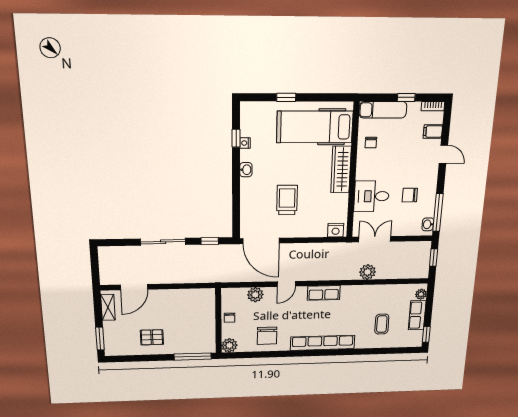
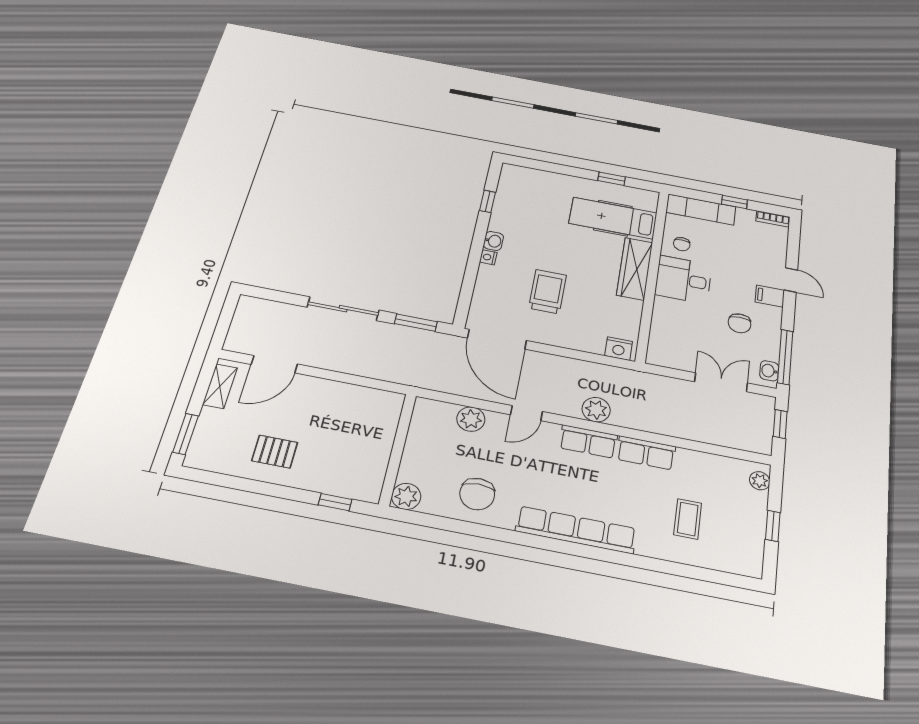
window: (286, 97) -> (612, 179), moved
hospital bed: (315, 127) -> (613, 218), width x0.73, depth x0.78
filing cabinet: (433, 131) -> (770, 296), moved
nightstand: (245, 143) -> (488, 257), moved
chair: (410, 195) -> (740, 323), turned -90
desk: (372, 196) -> (683, 280), moved
double door: (375, 239) -> (721, 382), moved
window: (210, 241) -> (416, 323), width x1.50
plant: (368, 272) -> (596, 410), moved
row of seats: (417, 315) -> (646, 453), moved, turned -90
chair: (230, 318) -> (418, 448), removed
window: (426, 334) -> (773, 526), moved
window: (193, 357) -> (335, 502), width x0.46

